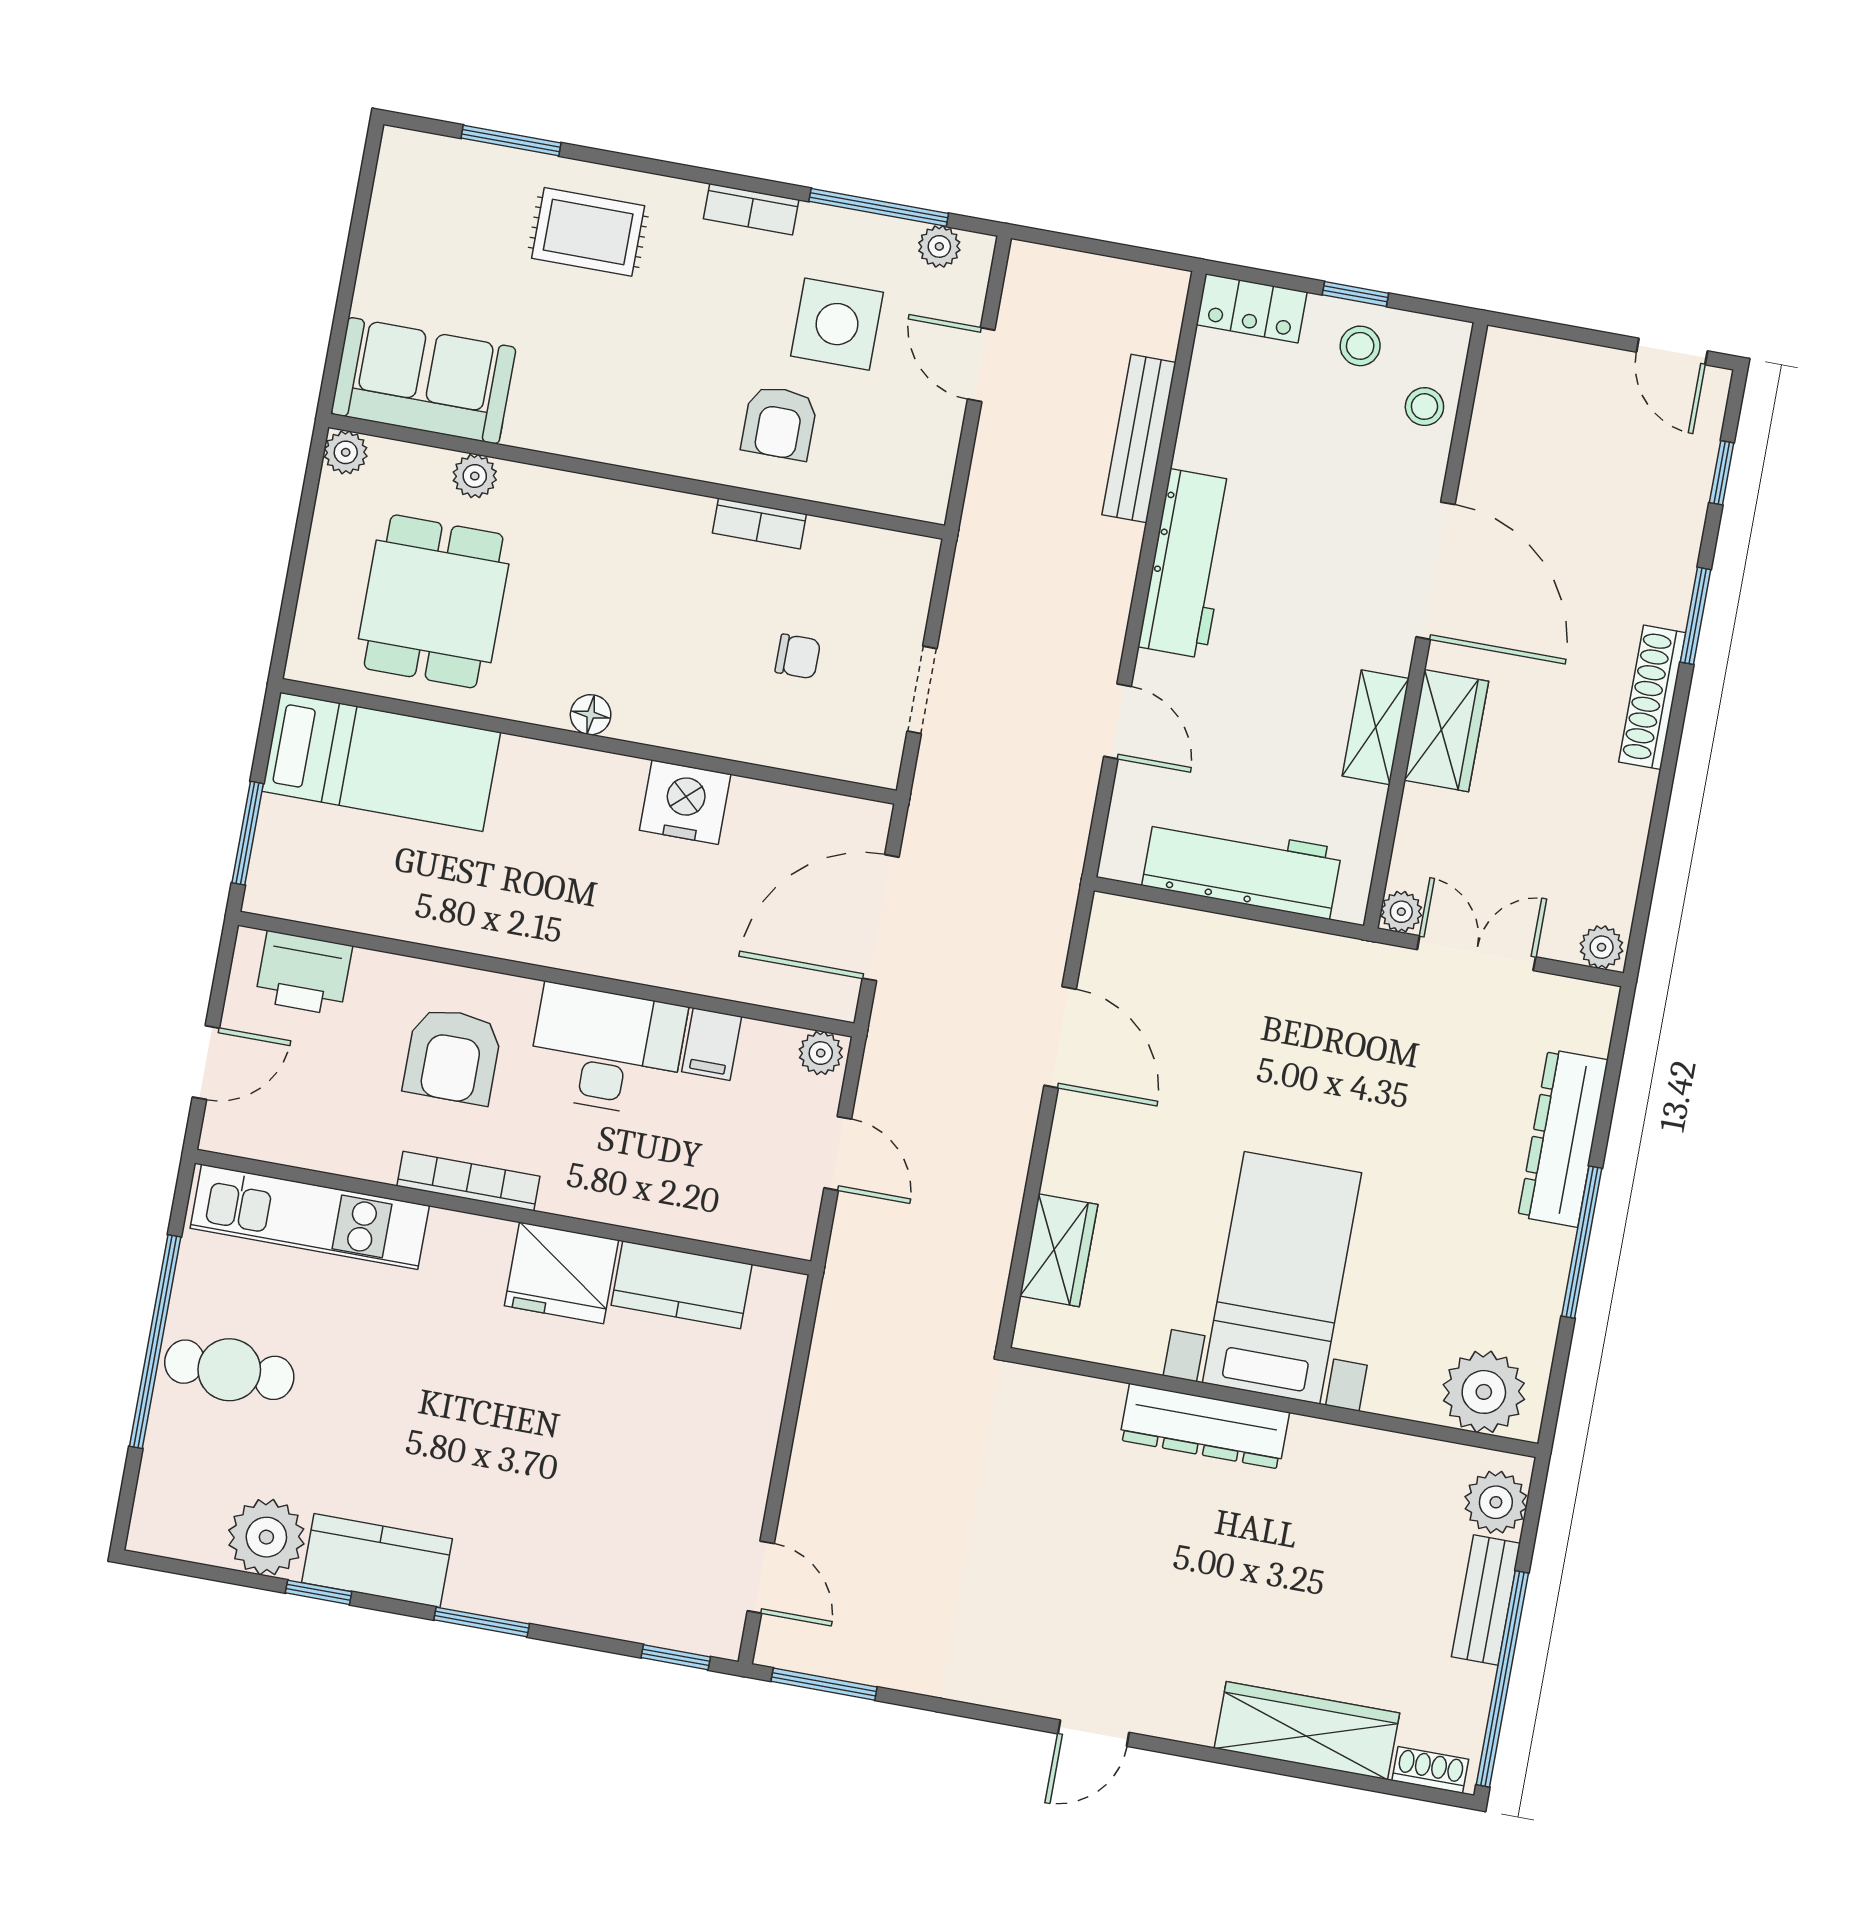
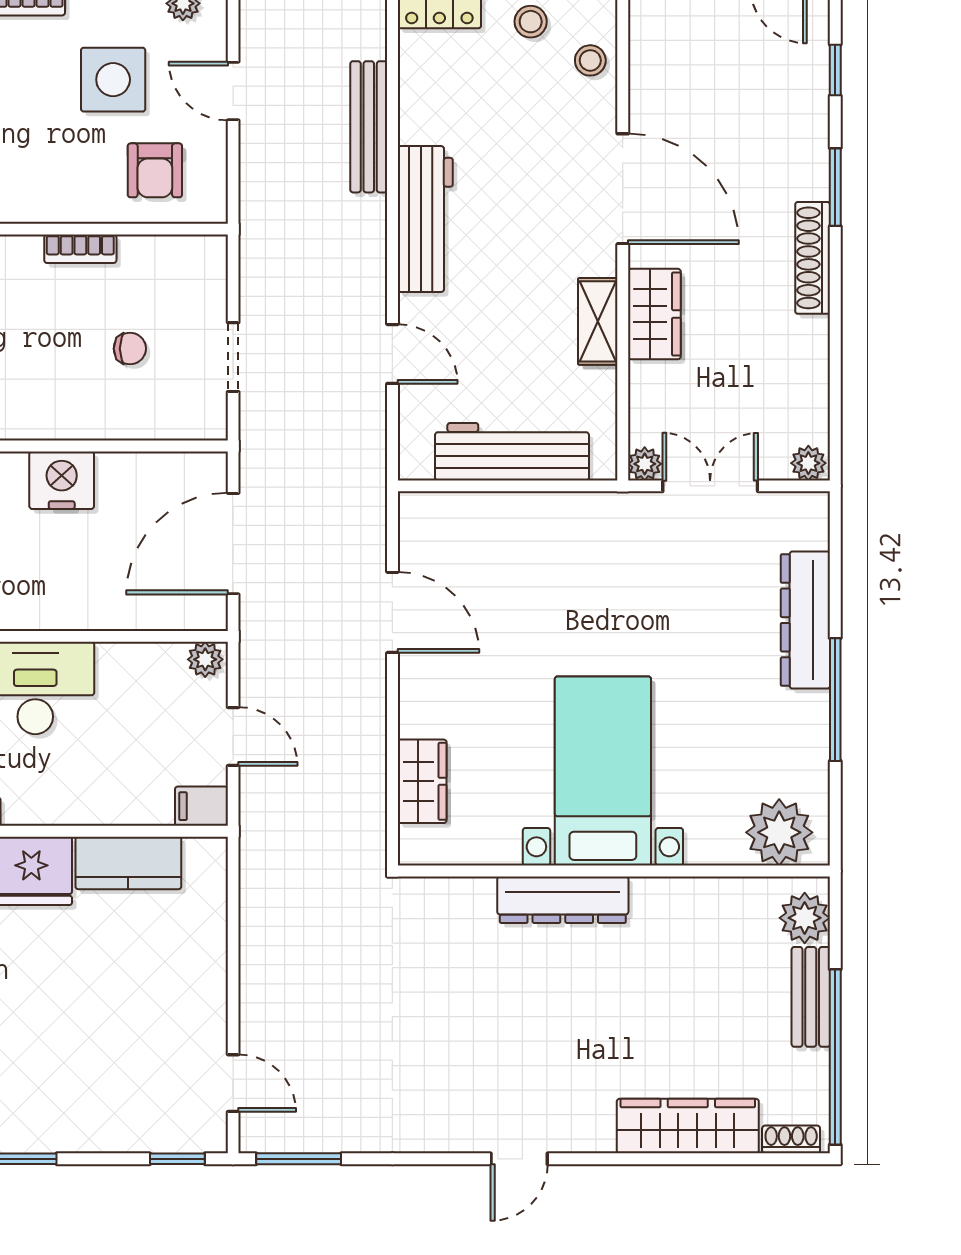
armchair: (779, 423) -> (155, 170), moved
filing cabinet: (712, 1044) -> (201, 806), moved, turned 90

